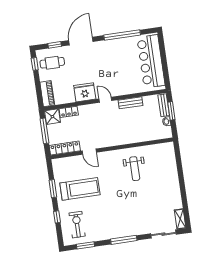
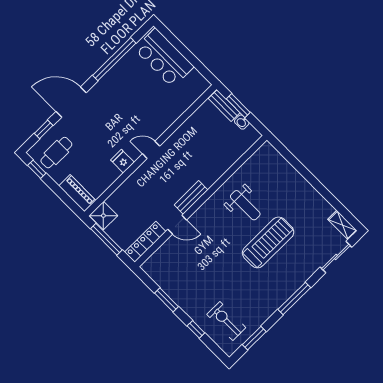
door: (81, 41) -> (71, 102), hinge flipped
bar counter: (151, 61) -> (164, 58), width x0.73
fridge: (85, 92) -> (122, 161), width x0.53, depth x0.75
bench: (130, 103) -> (191, 197), moved
locker: (69, 112) -> (118, 196), removed
treadmill: (80, 189) -> (268, 242), moved

